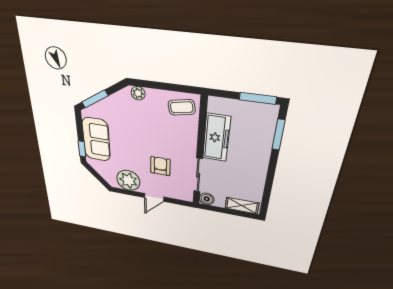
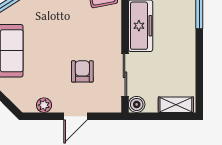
plant: (128, 180) -> (44, 105), width x0.53, depth x0.53

